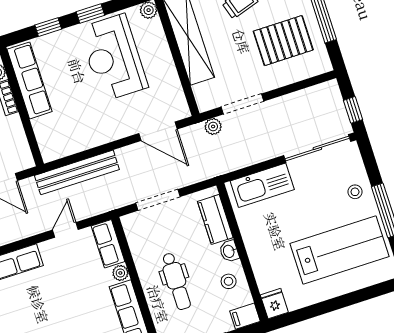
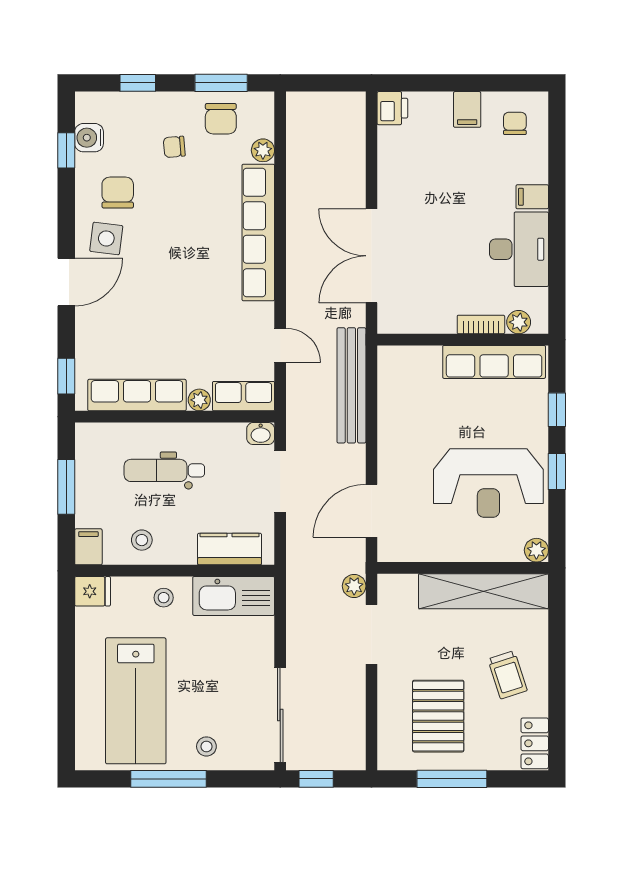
reception desk: (113, 58) -> (488, 483), turned 180
kitchen sink: (262, 185) -> (234, 596), moved, turned -90
washbasin: (229, 251) -> (261, 434), moved, turned 180
stool: (263, 254) -> (164, 598), added

